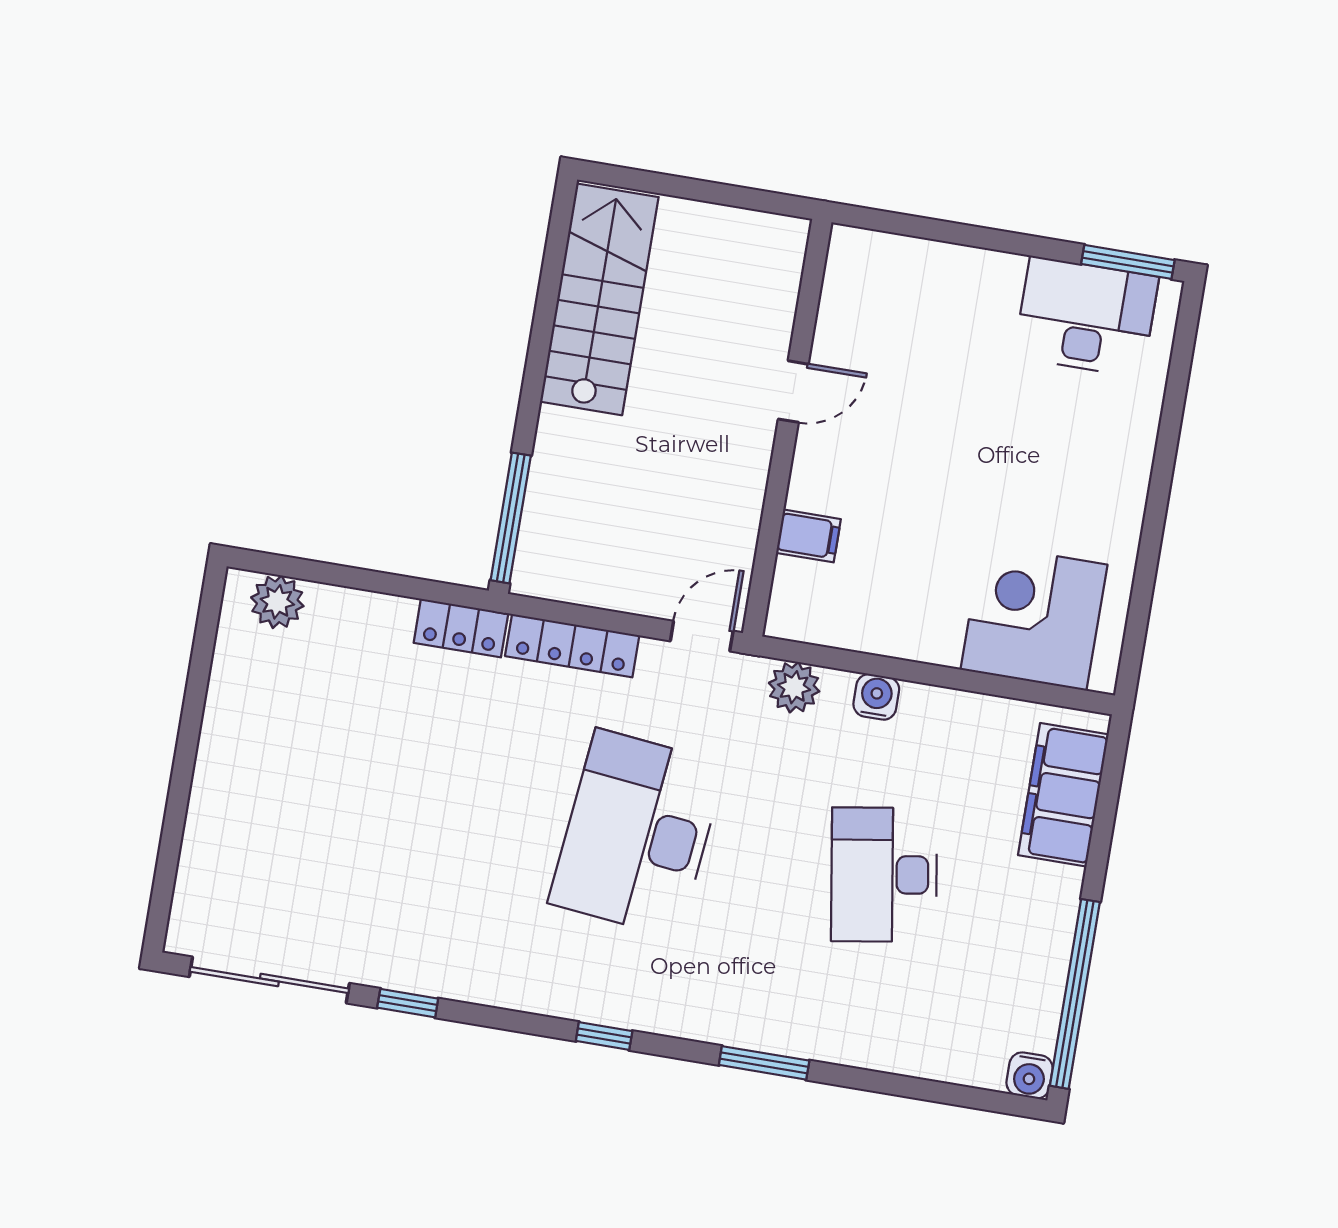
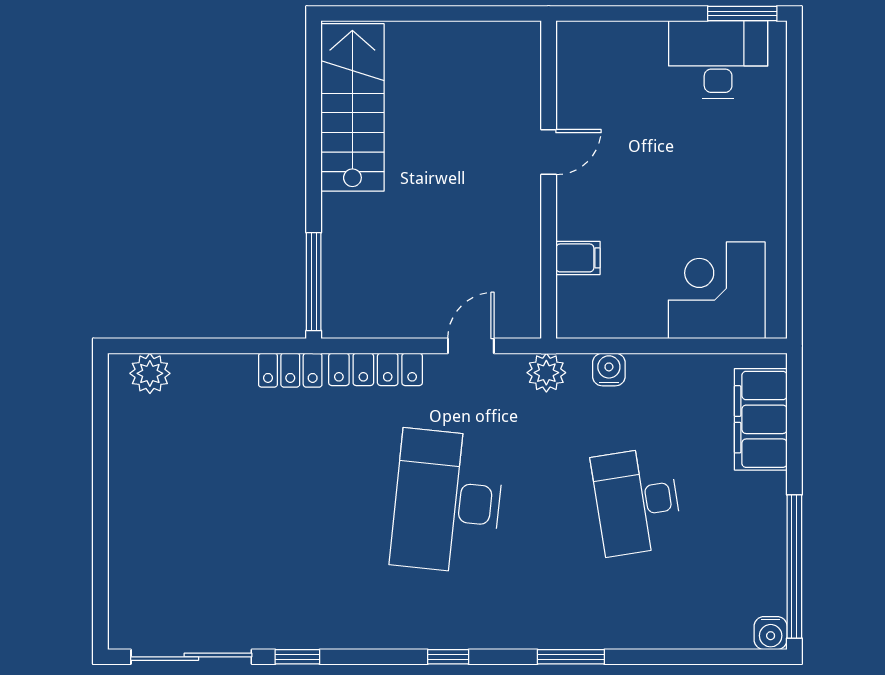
door: (793, 392) -> (549, 152), moved
wall: (787, 428) -> (549, 180), moved
filing cabinet: (808, 536) -> (578, 258), moved

